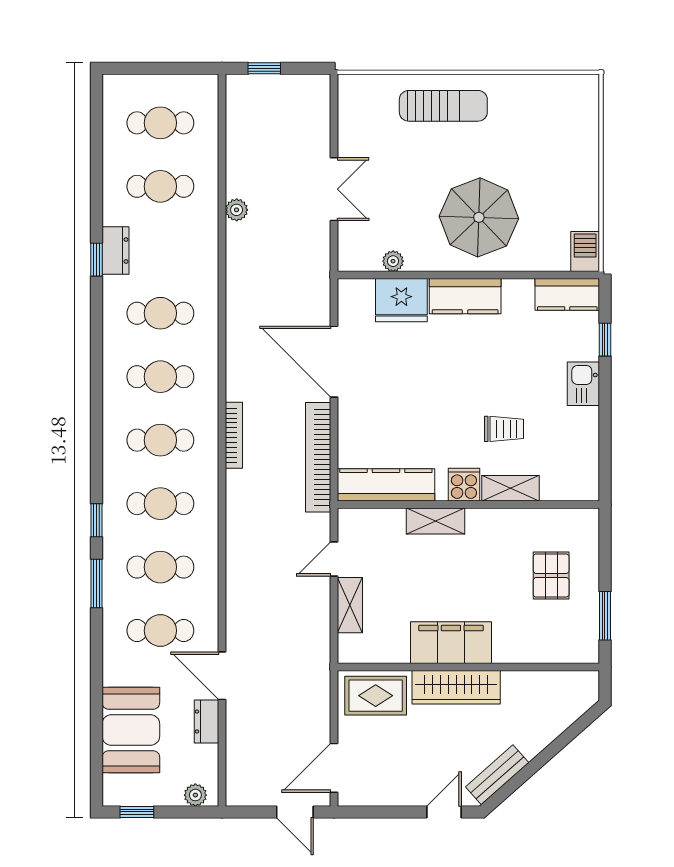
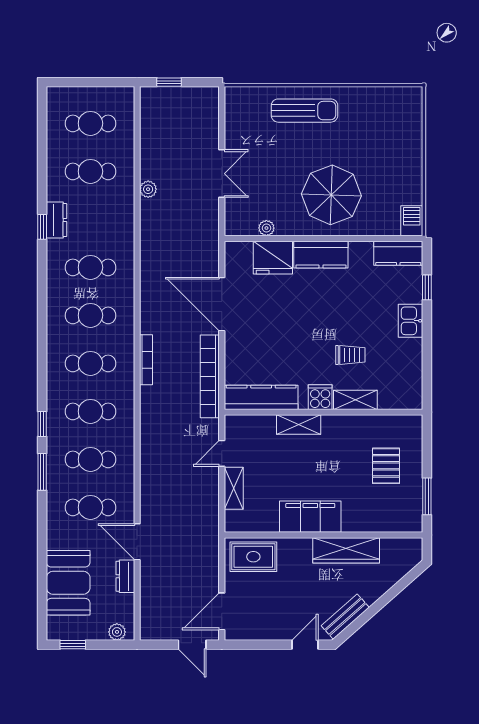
wardrobe: (456, 687) -> (346, 550), moved

